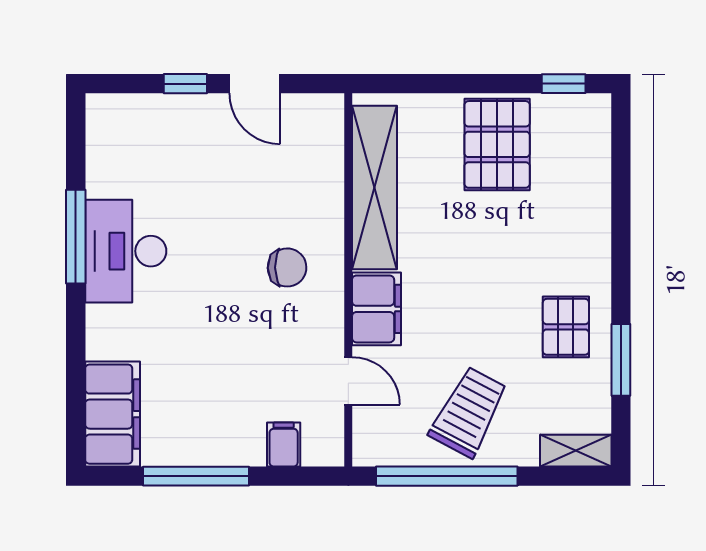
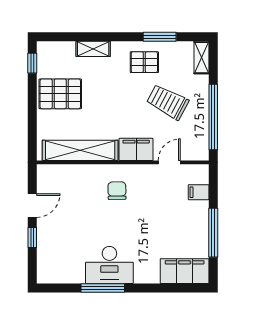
shelving: (595, 216) -> (93, 49), added
trolley: (469, 412) -> (168, 102), moved

